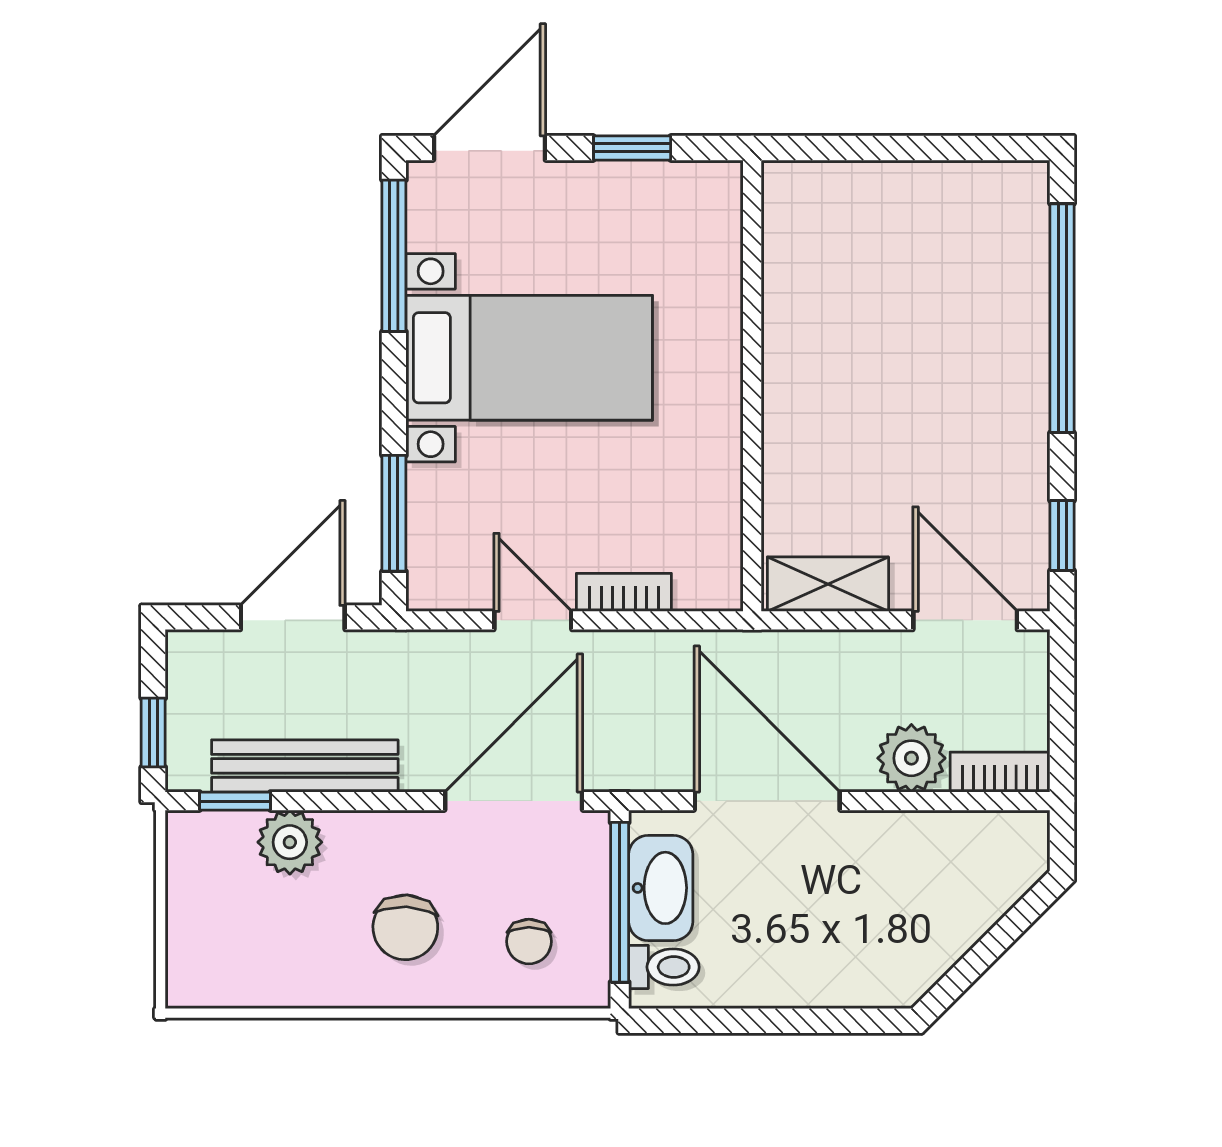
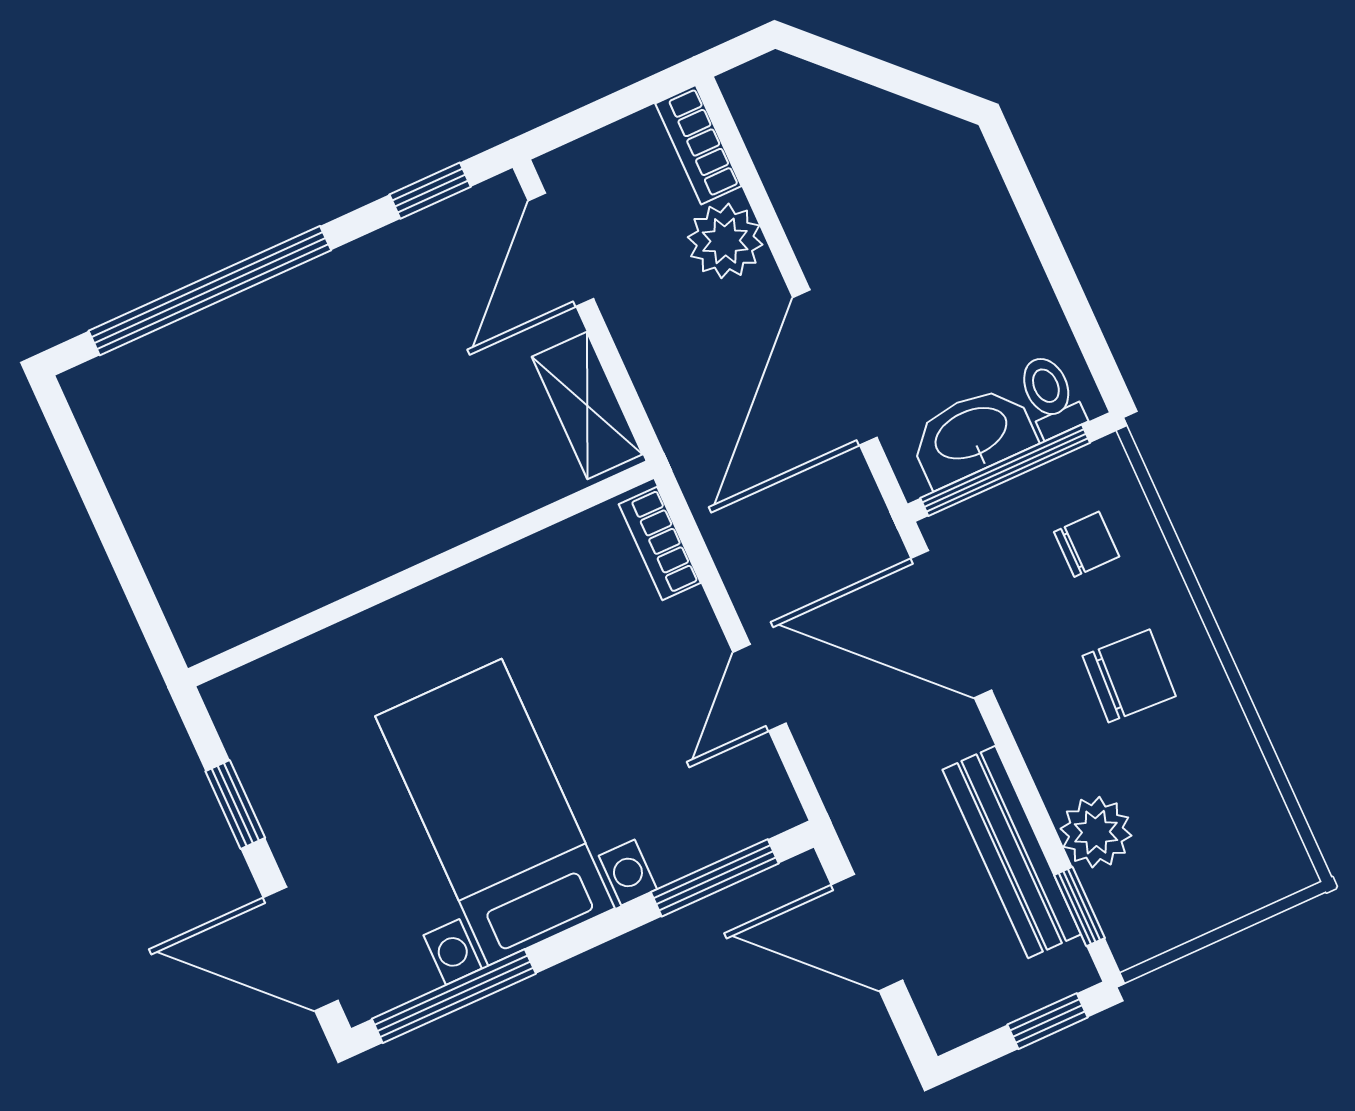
bookcase: (624, 592) -> (660, 544), moved

